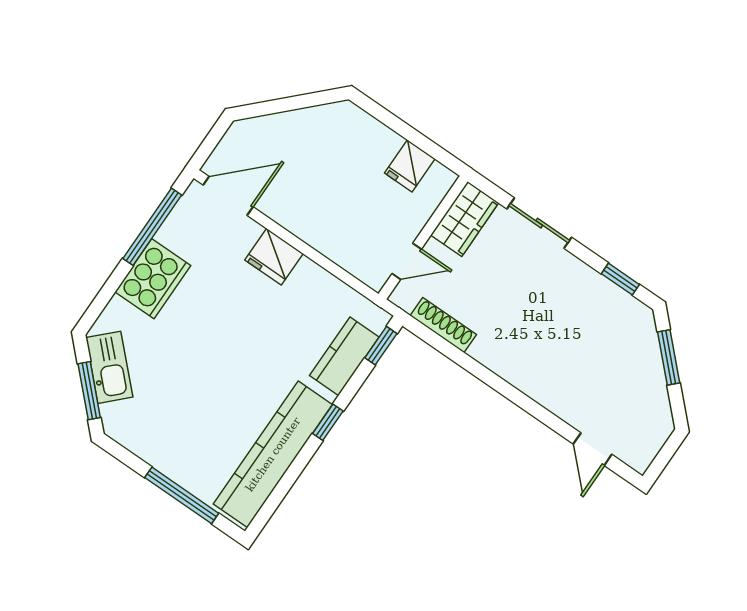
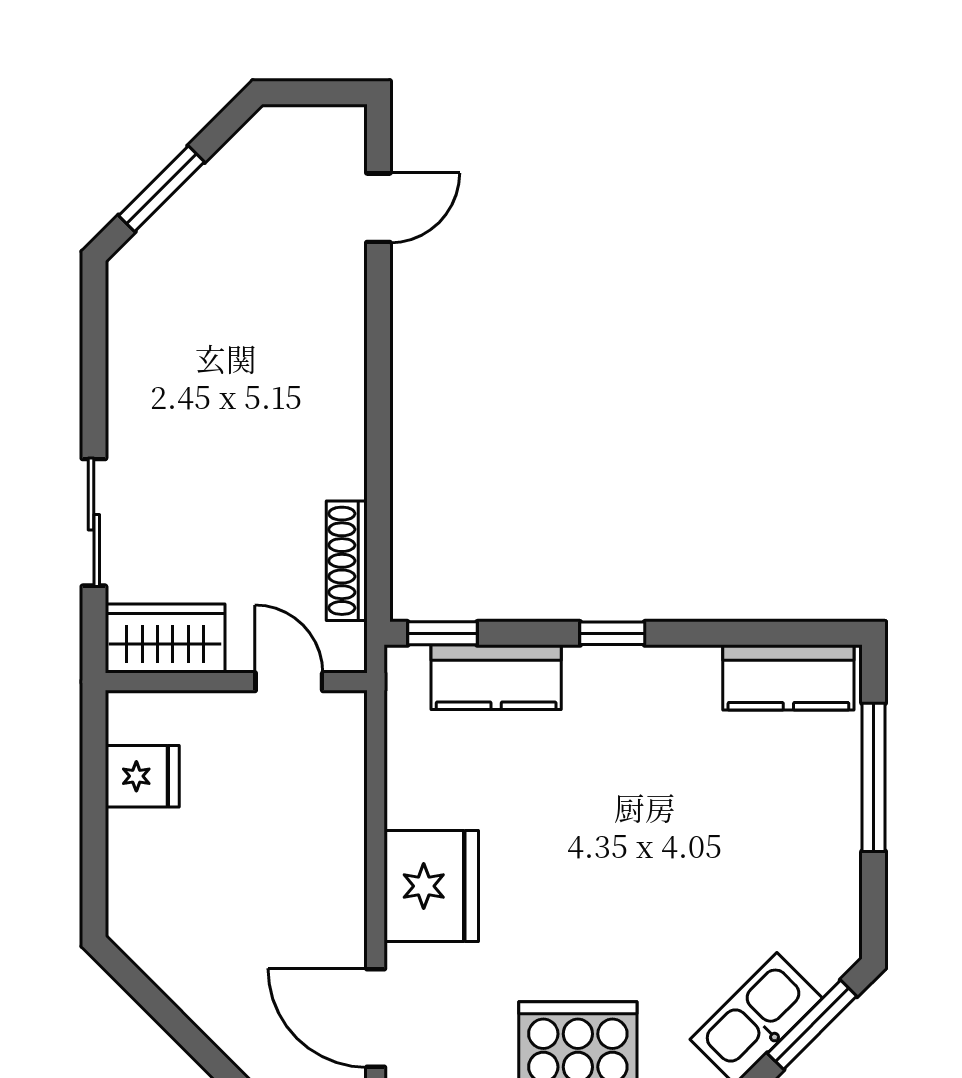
fridge: (274, 257) -> (431, 886), width x1.36, depth x1.34
window: (620, 279) -> (94, 342), removed
kitchen counter: (273, 454) -> (788, 677), width x0.48, depth x0.86

